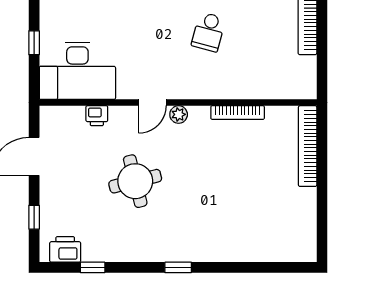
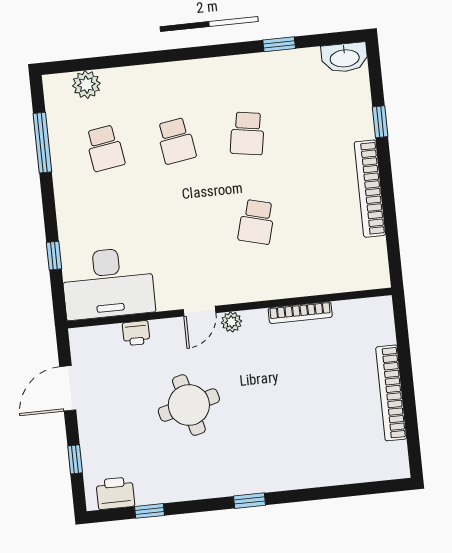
bookcase: (308, 146) -> (391, 393), moved

